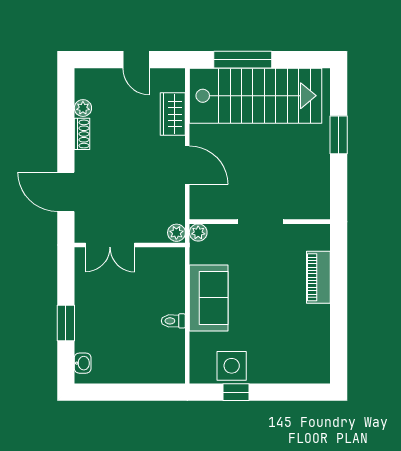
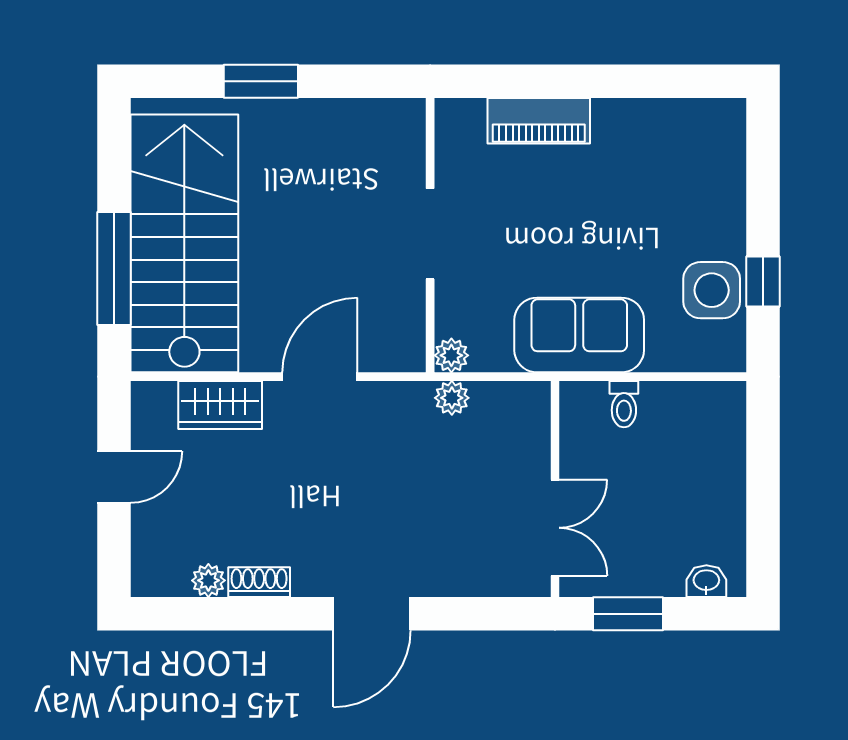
double door: (110, 245) -> (555, 528), moved
wall: (130, 245) -> (555, 489), moved

